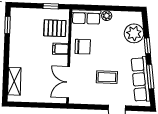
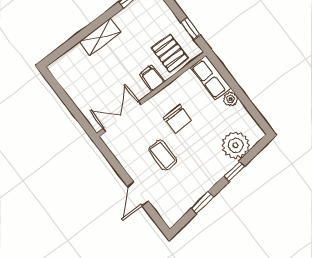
chair: (83, 47) -> (178, 119), moved
window: (150, 77) -> (202, 203), width x0.67
row of seats: (141, 79) -> (191, 194), removed
shelving: (14, 81) -> (100, 37), moved

